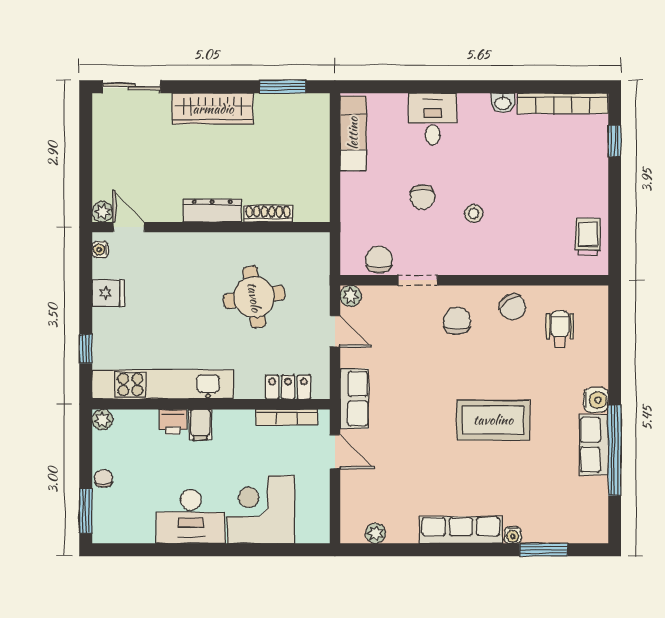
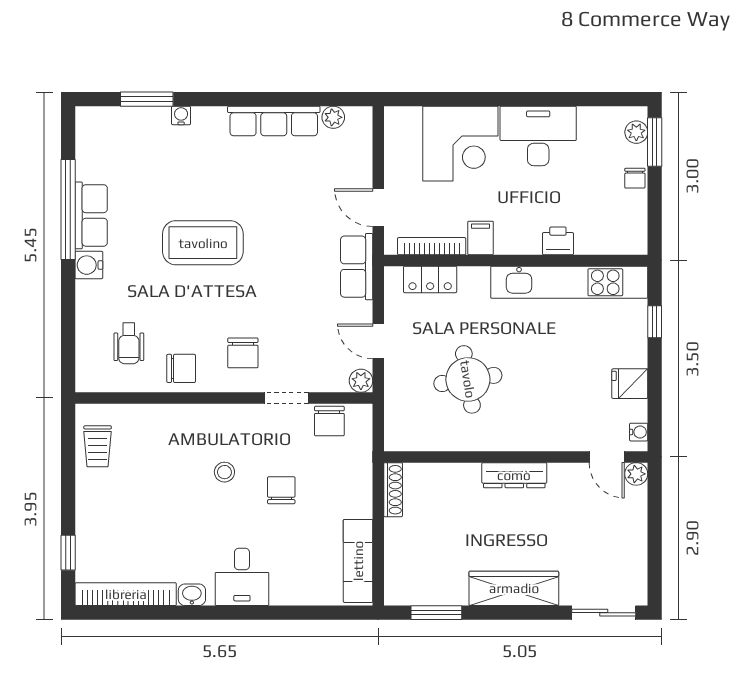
desk: (433, 119) -> (242, 577), moved
shoe rack: (268, 214) -> (393, 490), moved, turned -90
chair: (513, 307) -> (181, 368), turned 123
plant: (102, 420) -> (636, 132), moved
filing cabinet: (200, 425) -> (481, 238), moved
row of seats: (461, 530) -> (274, 121), moved

